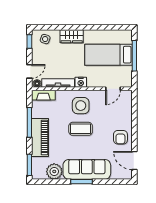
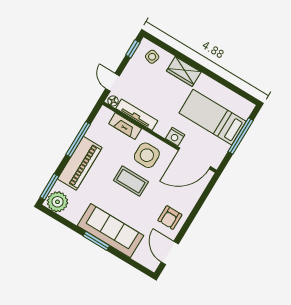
door: (29, 71) -> (113, 82), swing flipped
nightstand: (81, 82) -> (175, 137), moved
door: (113, 89) -> (194, 158), width x1.87
fireplace: (43, 95) -> (125, 126), moved
plant: (54, 171) -> (58, 202), moved

